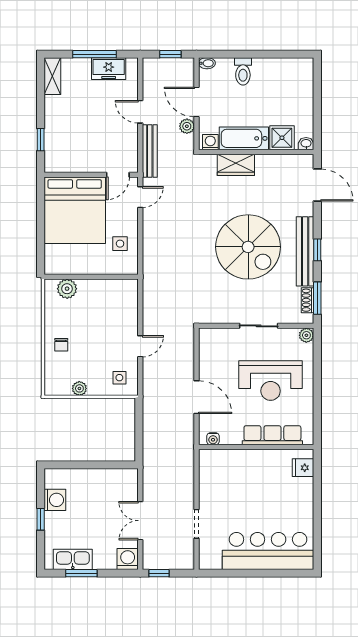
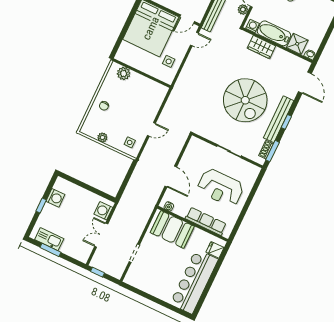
plant: (306, 335) -> (255, 171), removed
booth: (232, 468) -> (172, 229), added
bar counter: (268, 551) -> (194, 282), moved, turned -90
washing machine: (128, 559) -> (103, 211), moved, turned -90

